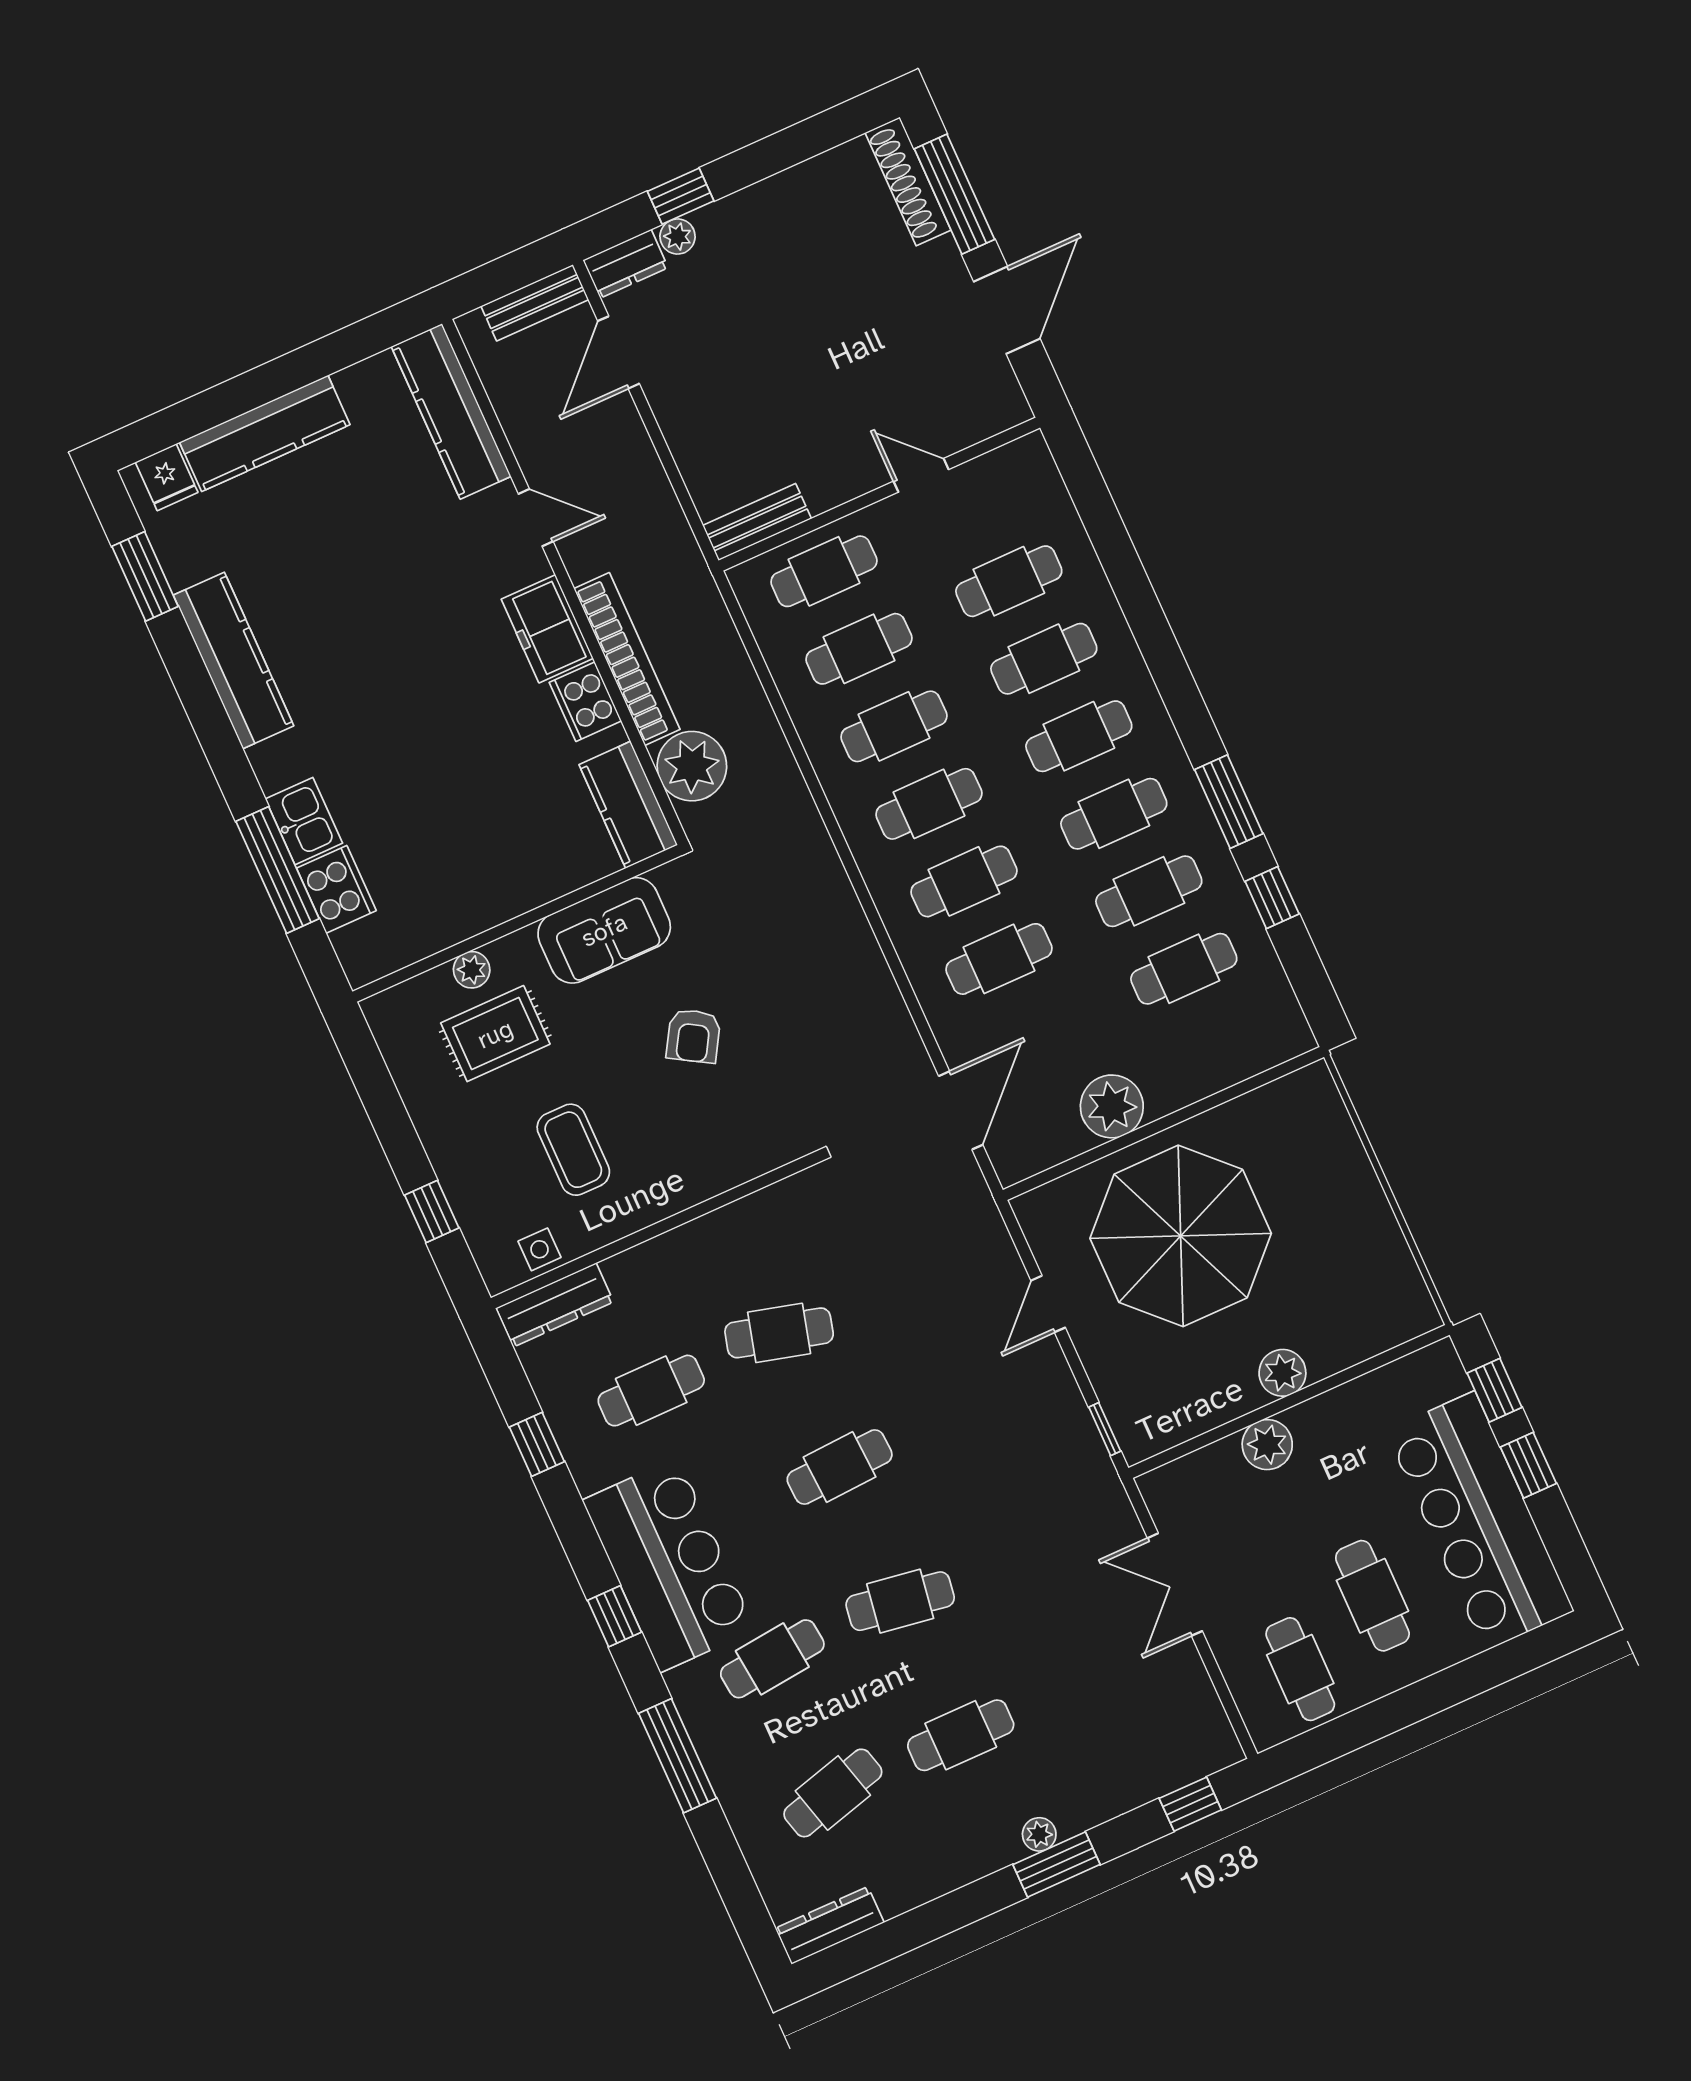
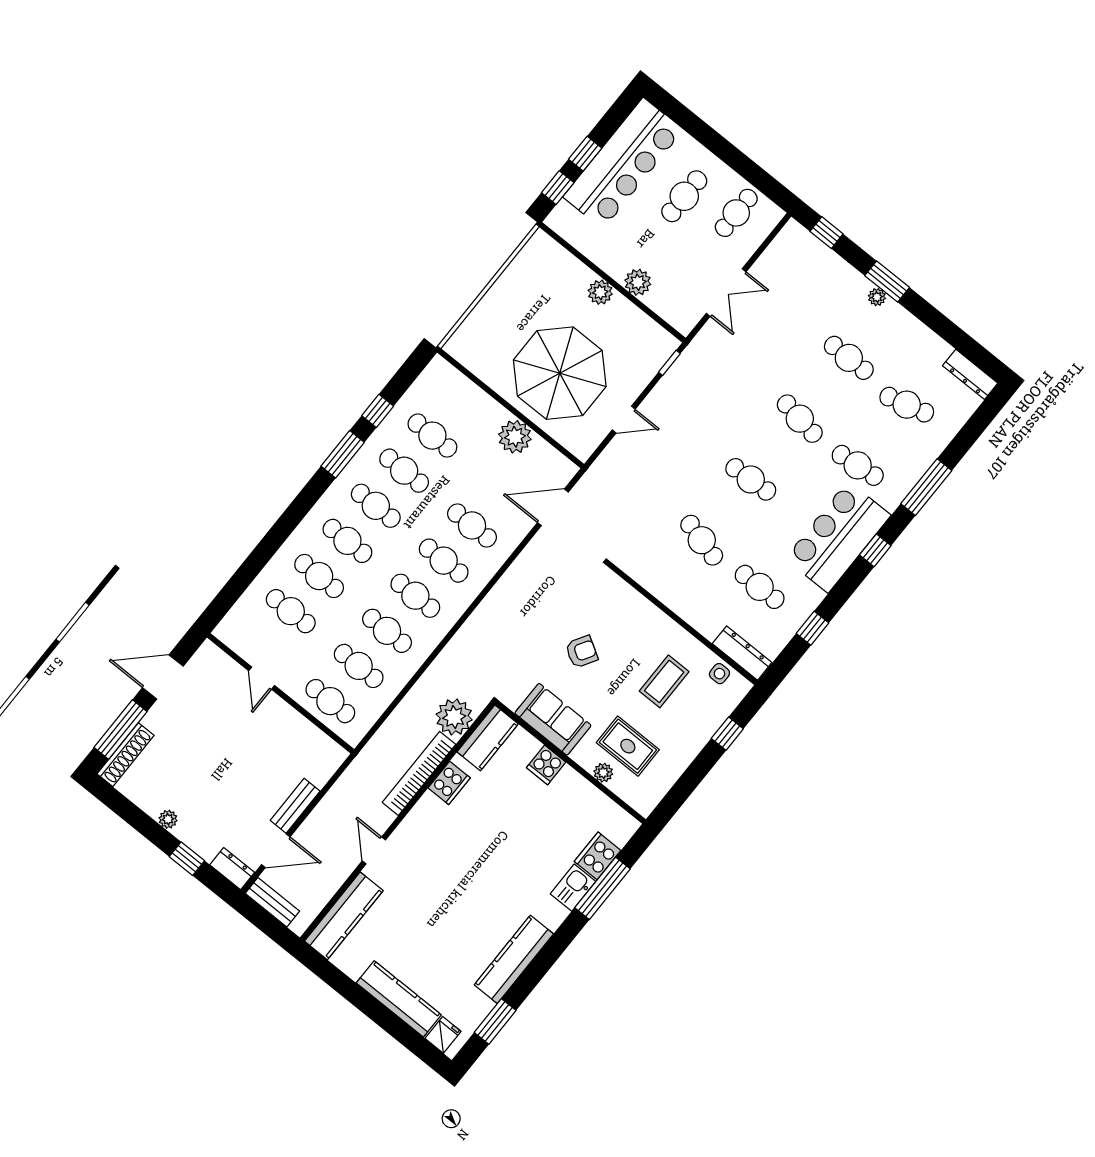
plant: (678, 236) -> (168, 819), moved
bench: (757, 522) -> (295, 806), moved, turned 90
freezer: (547, 629) -> (424, 818), removed
cooker: (533, 880) -> (546, 765), added

